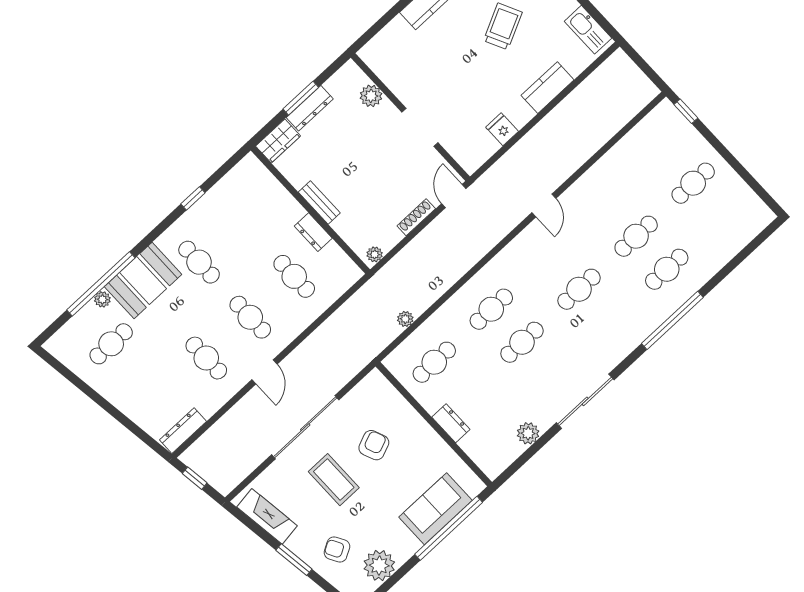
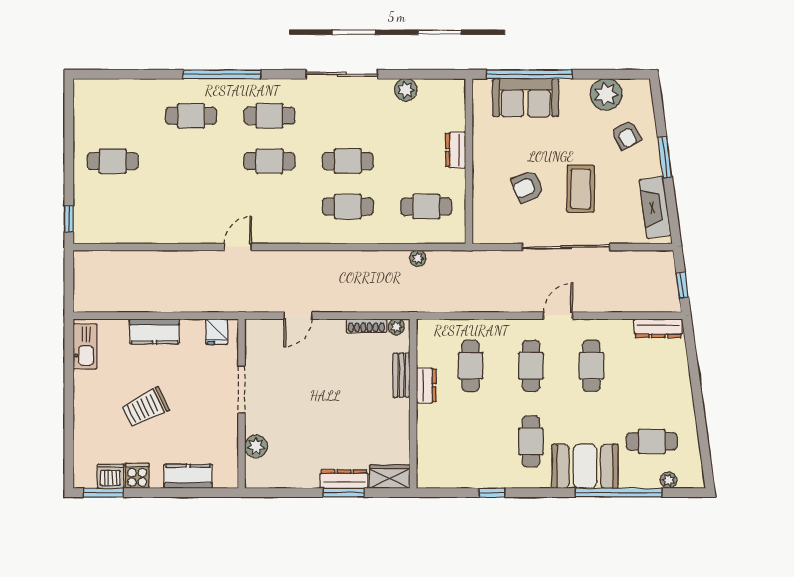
plant: (371, 96) -> (256, 446), moved
wall: (410, 117) -> (242, 404), moved
doorway: (420, 127) -> (242, 389), moved
bench: (319, 202) -> (401, 375), moved
shoe rack: (416, 217) -> (366, 326), moved
cafe table: (636, 236) -> (269, 116), moved
plant: (102, 299) -> (668, 480), moved

